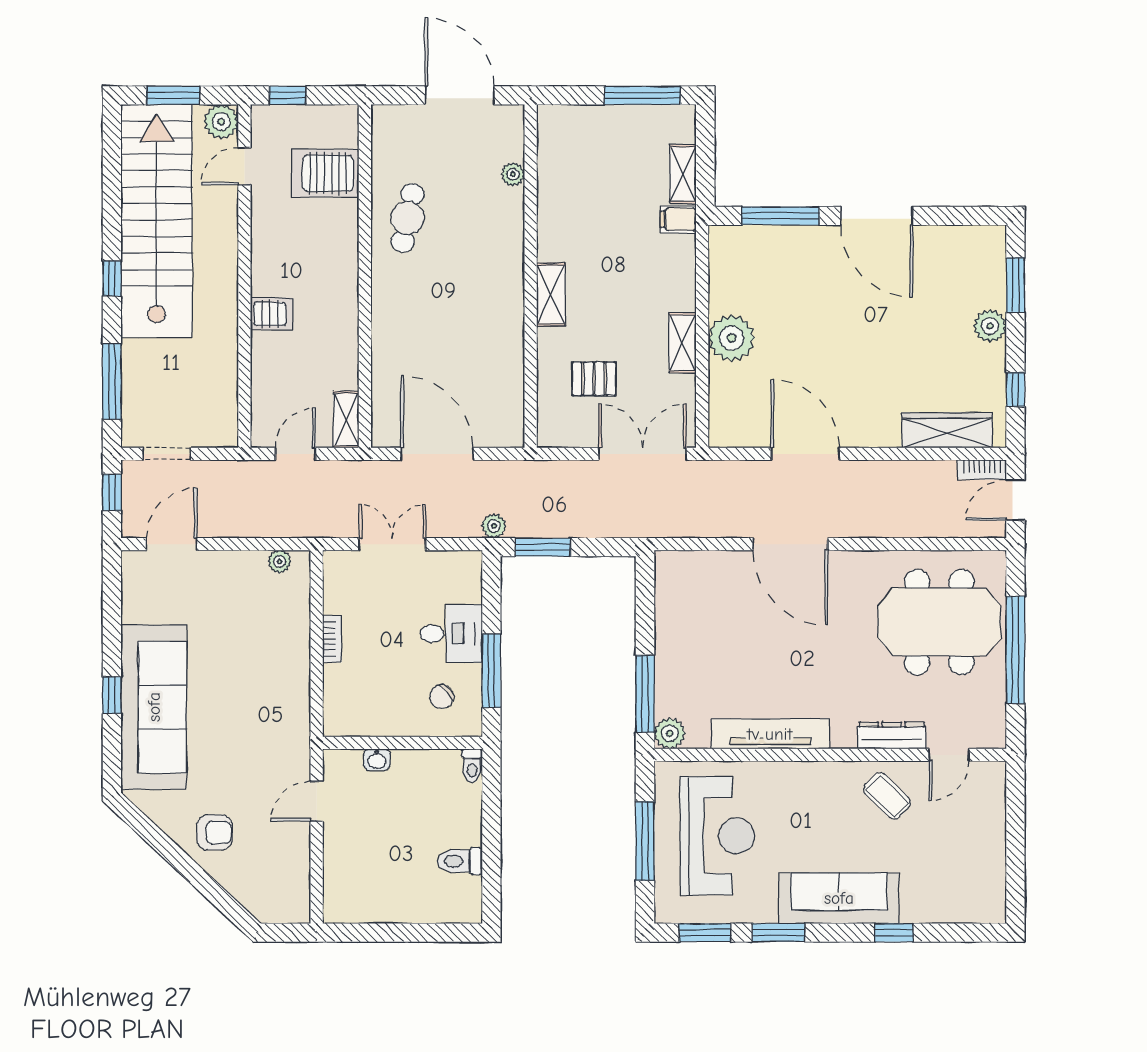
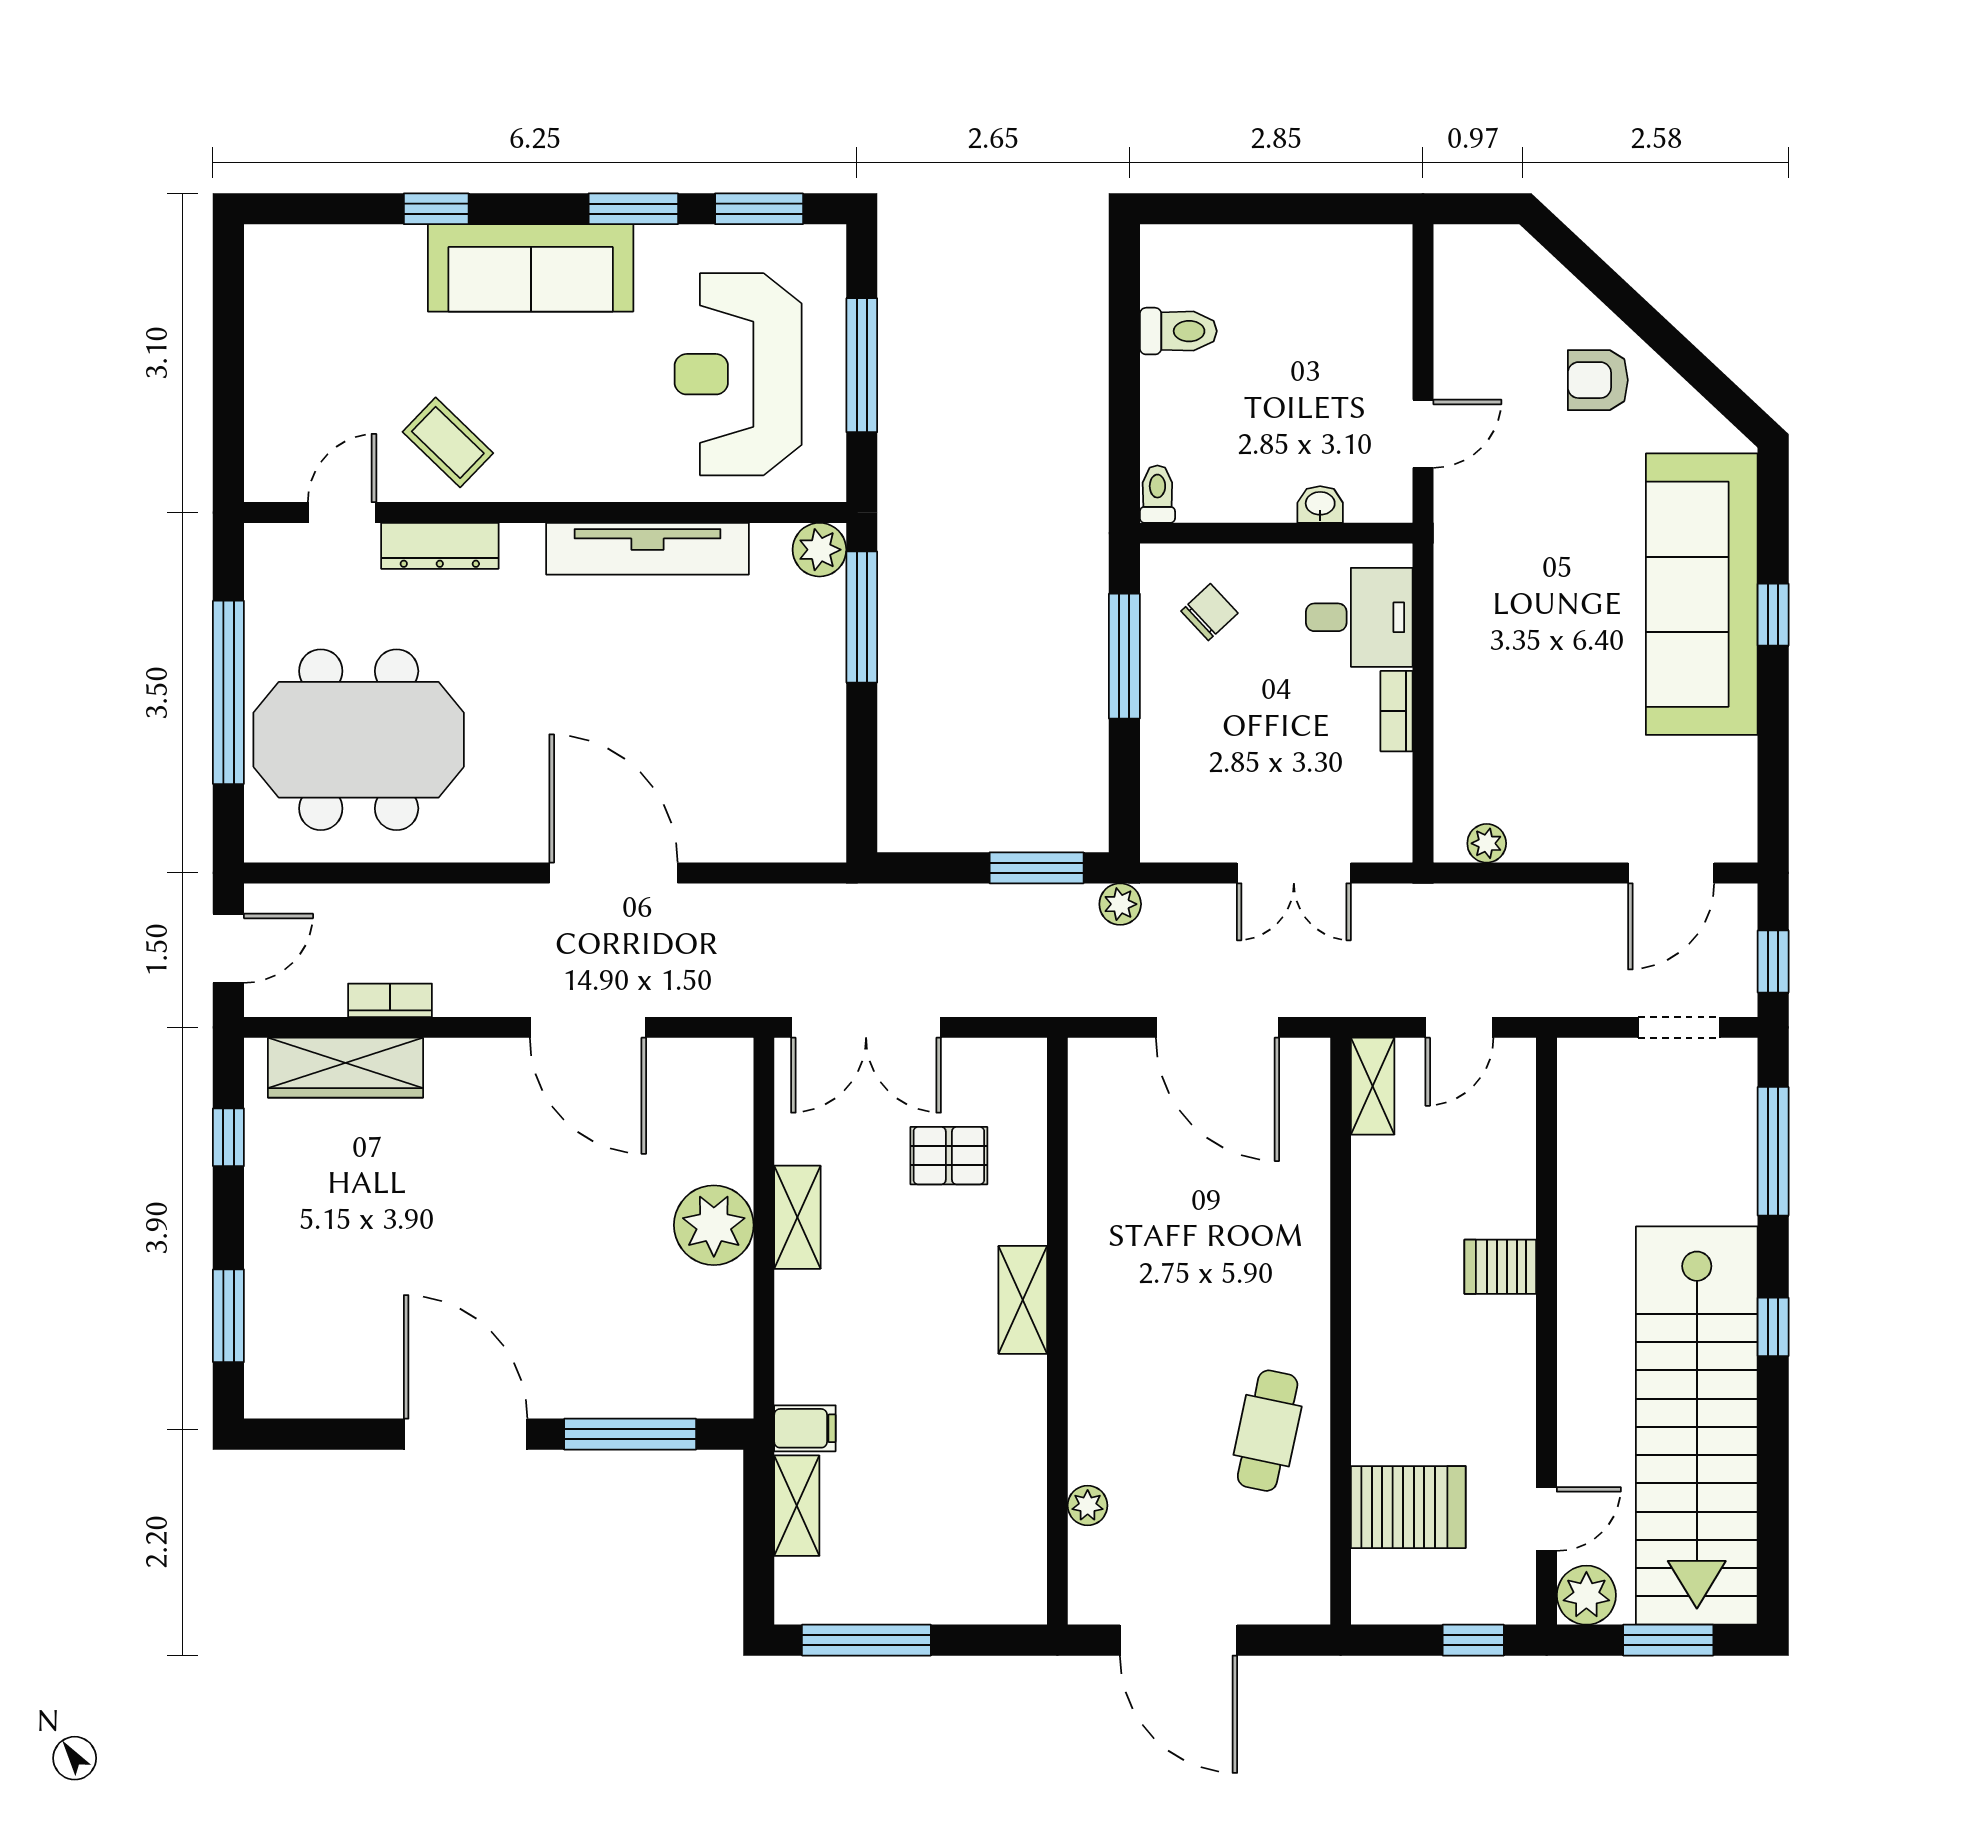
plant: (990, 326) -> (272, 1246), removed
bookcase: (982, 470) -> (390, 1000), moved
desk: (451, 634) -> (1359, 617), moved, turned 180

